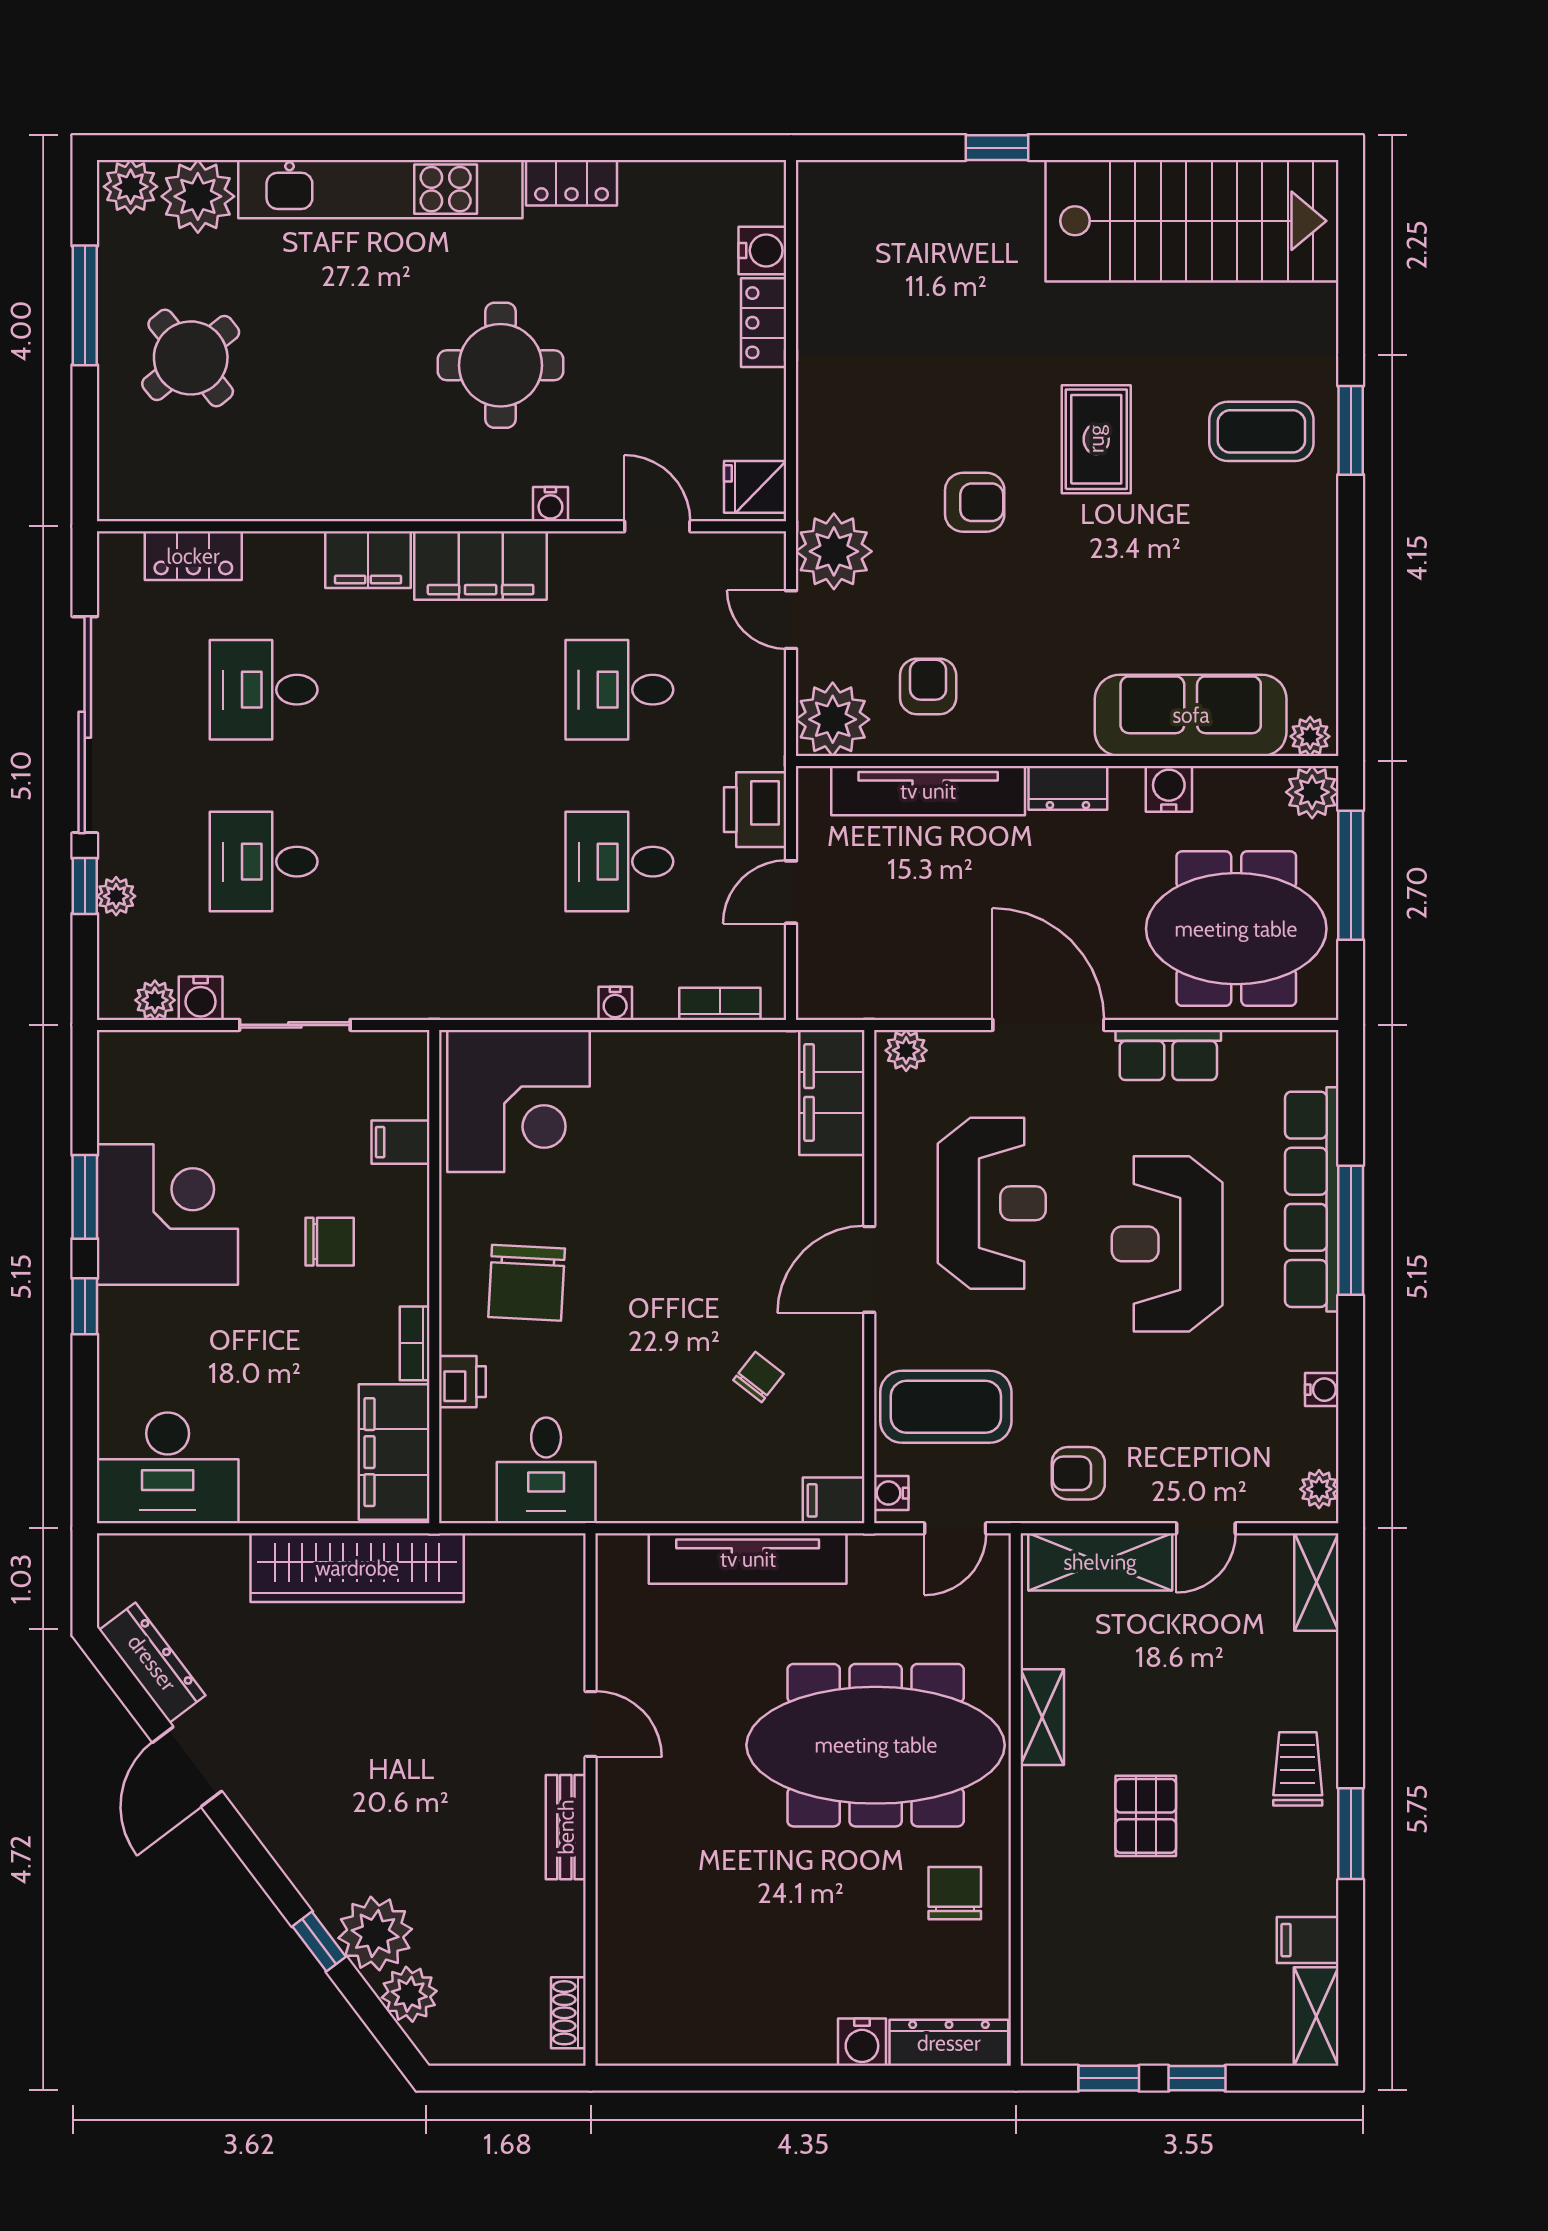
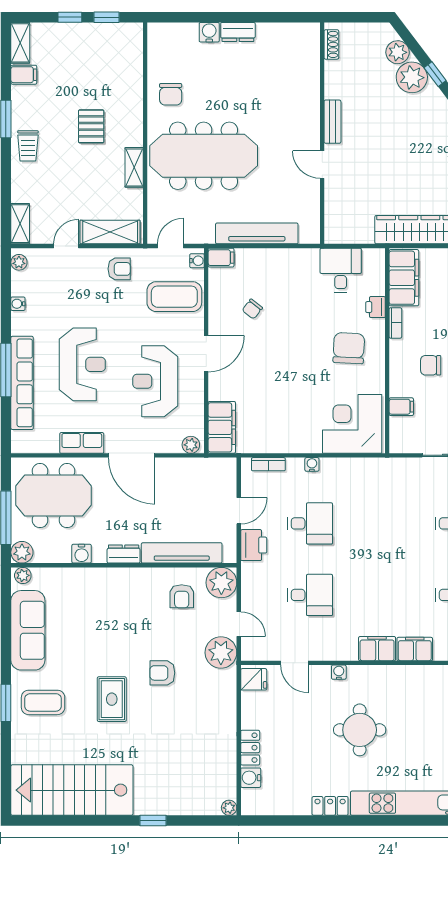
plant: (814, 178) -> (229, 808), added
filing cabinet: (481, 566) -> (377, 649), width x0.67, depth x0.86
sofa: (1191, 715) -> (28, 630), moved, turned -90
dresser: (949, 2043) -> (238, 32), moved, width x0.70

